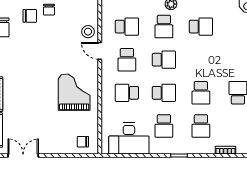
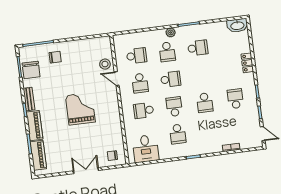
chair: (49, 10) -> (70, 50), removed
grand piano: (74, 92) -> (80, 109), moved
school desk: (164, 93) -> (174, 107), turned -90
school desk: (201, 126) -> (208, 130), removed
desk: (129, 138) -> (146, 149), width x0.73
double door: (23, 155) -> (86, 171), moved

